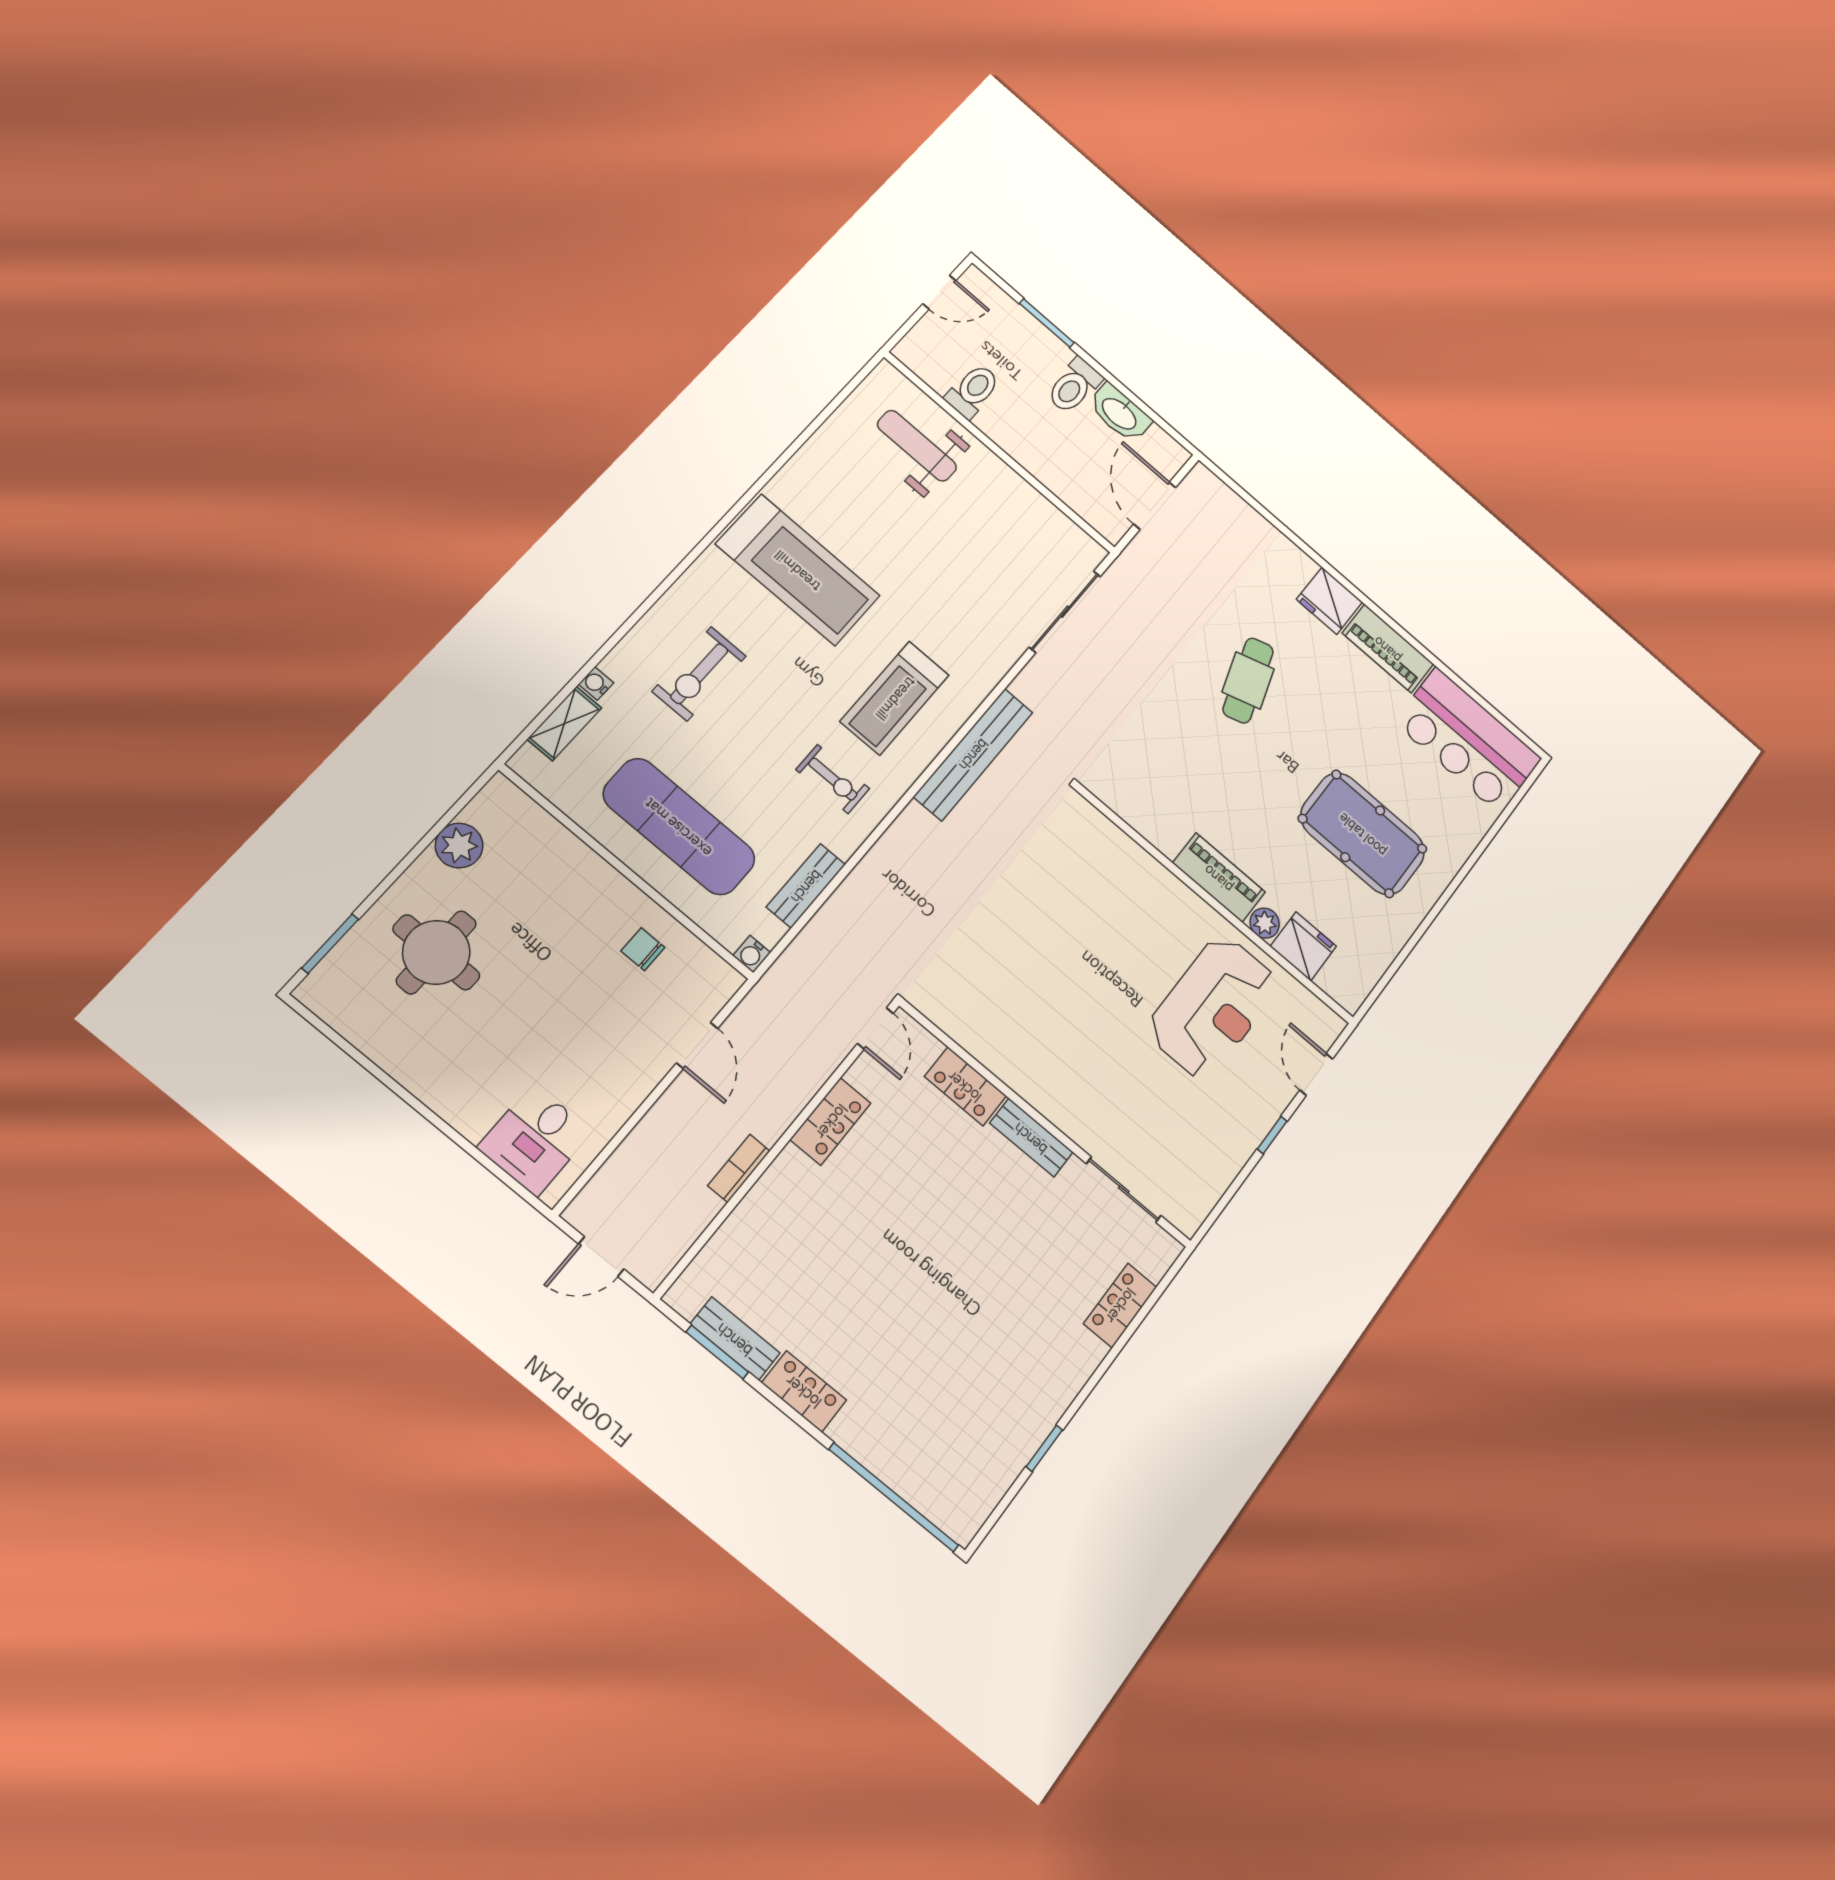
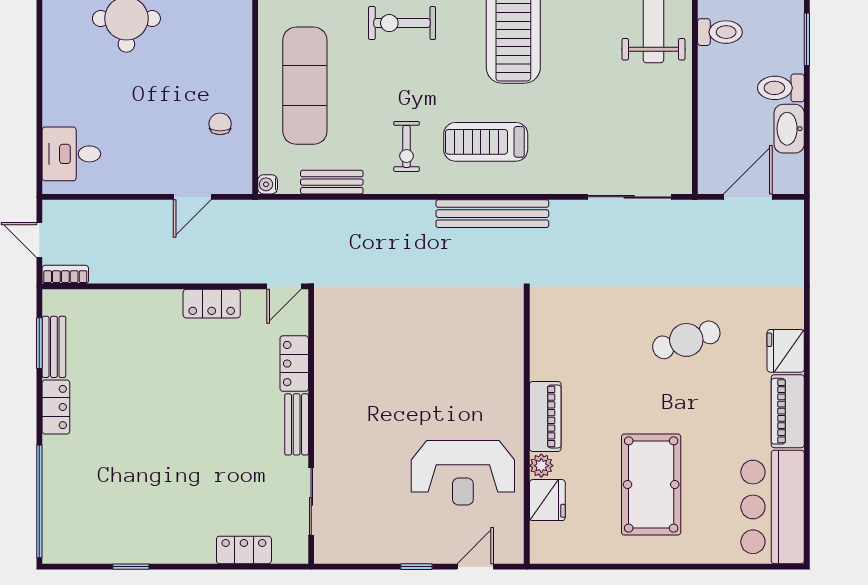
bookcase: (739, 1168) -> (65, 274), moved

